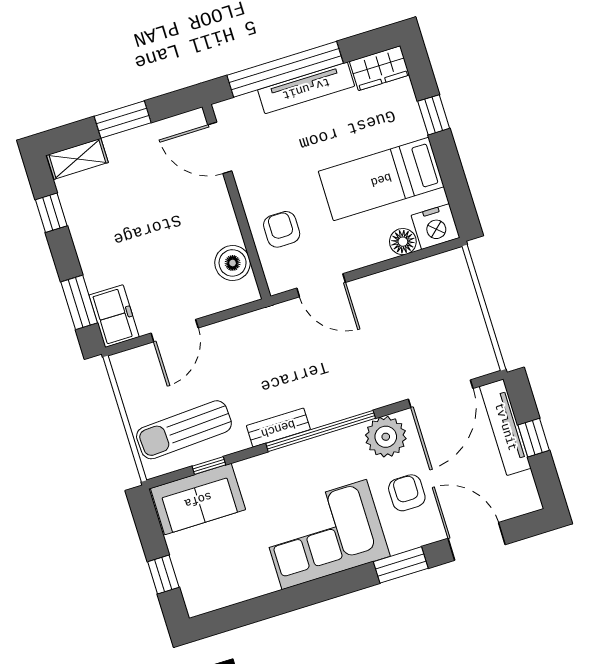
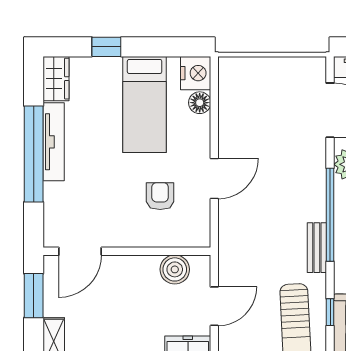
door: (220, 148) -> (80, 251), moved
wall: (236, 202) -> (127, 251), moved
armchair: (282, 229) -> (160, 196), turned 90
boiler: (233, 263) -> (175, 269), moved
door: (175, 331) -> (214, 306), hinge flipped

